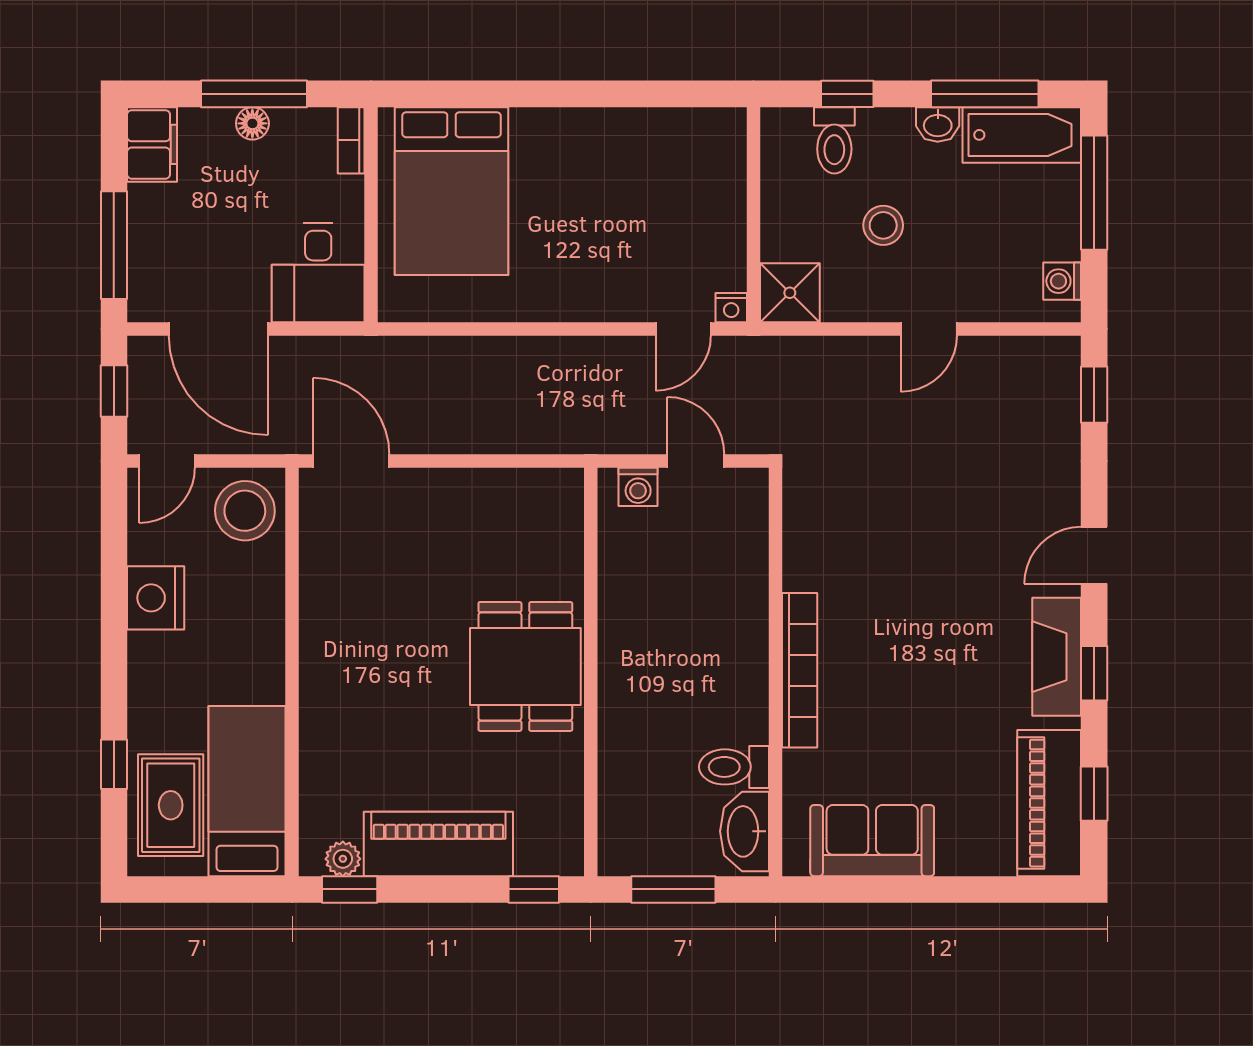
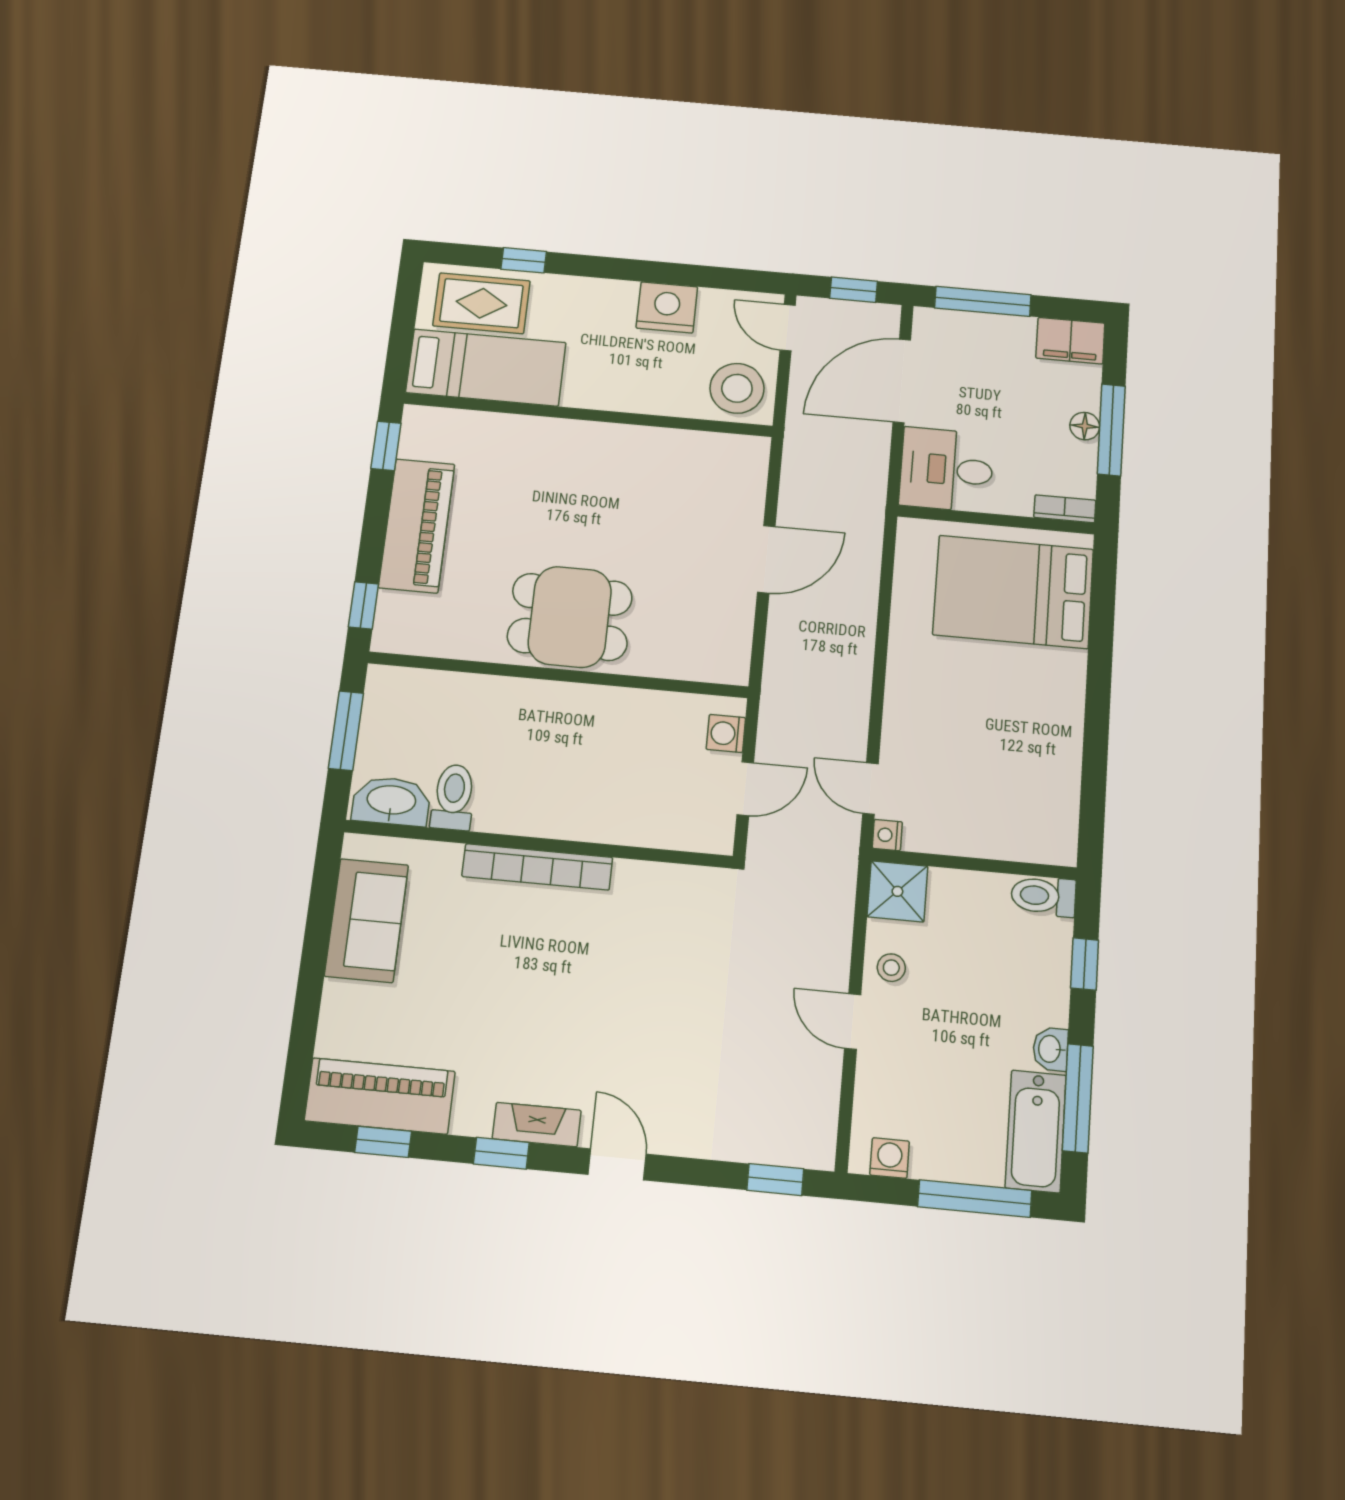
toilet: (834, 140) -> (1043, 896), moved
stool: (883, 225) -> (891, 968), moved, width x0.73, depth x0.73
door: (351, 461) -> (766, 559), moved
fireplace: (1057, 657) -> (537, 1125), width x0.73, depth x0.76
plant: (343, 859) -> (414, 443), removed

